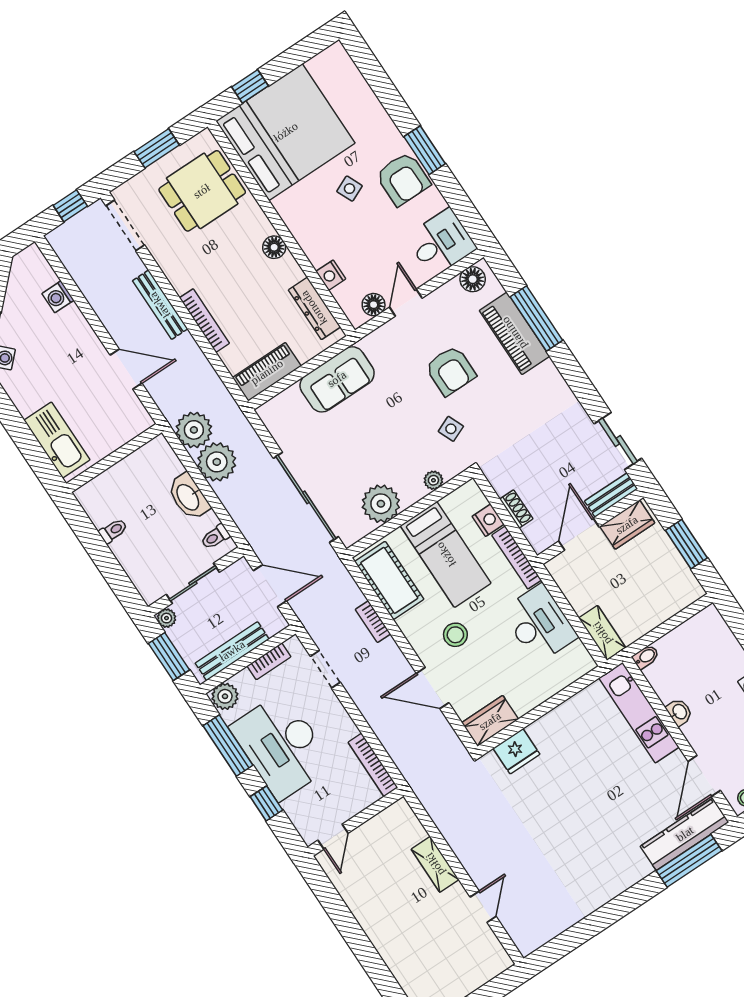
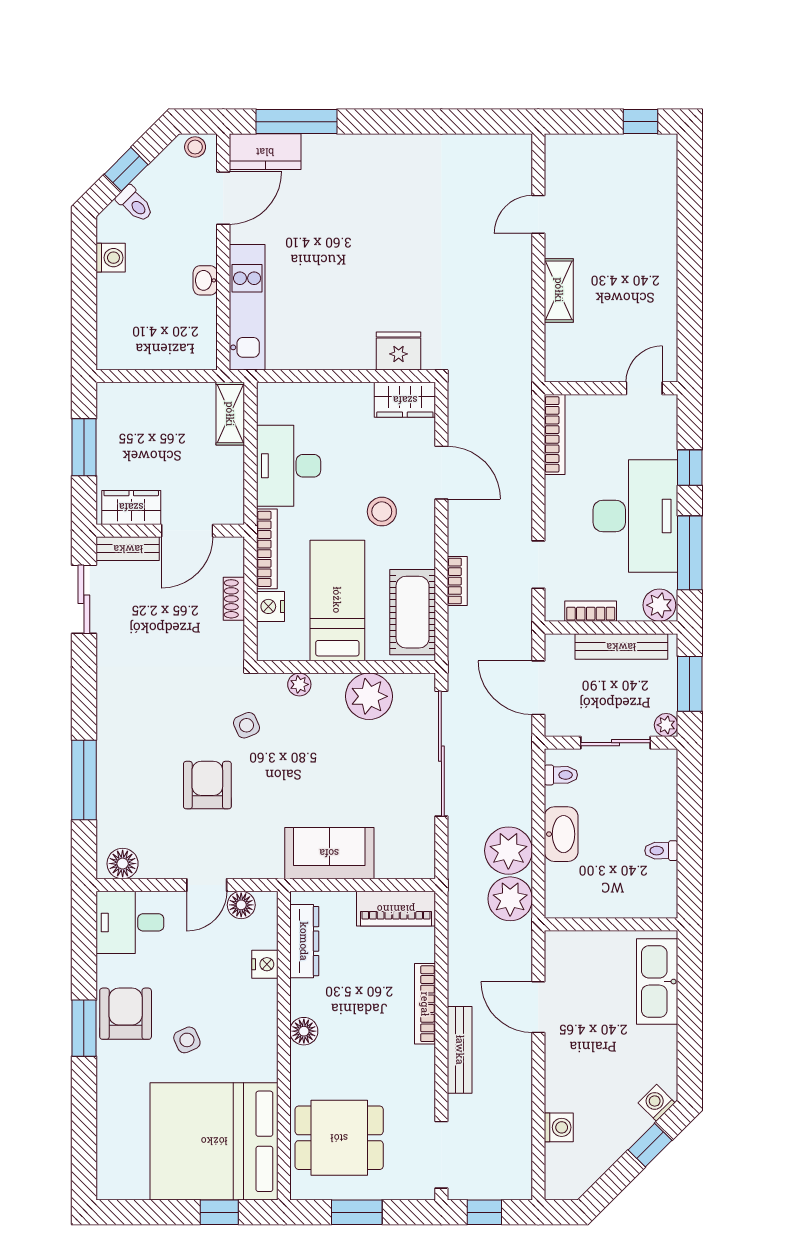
piano: (514, 333) -> (117, 780), removed
bidet: (646, 657) -> (202, 360), removed
kitchen counter: (685, 834) -> (265, 152), width x0.67

